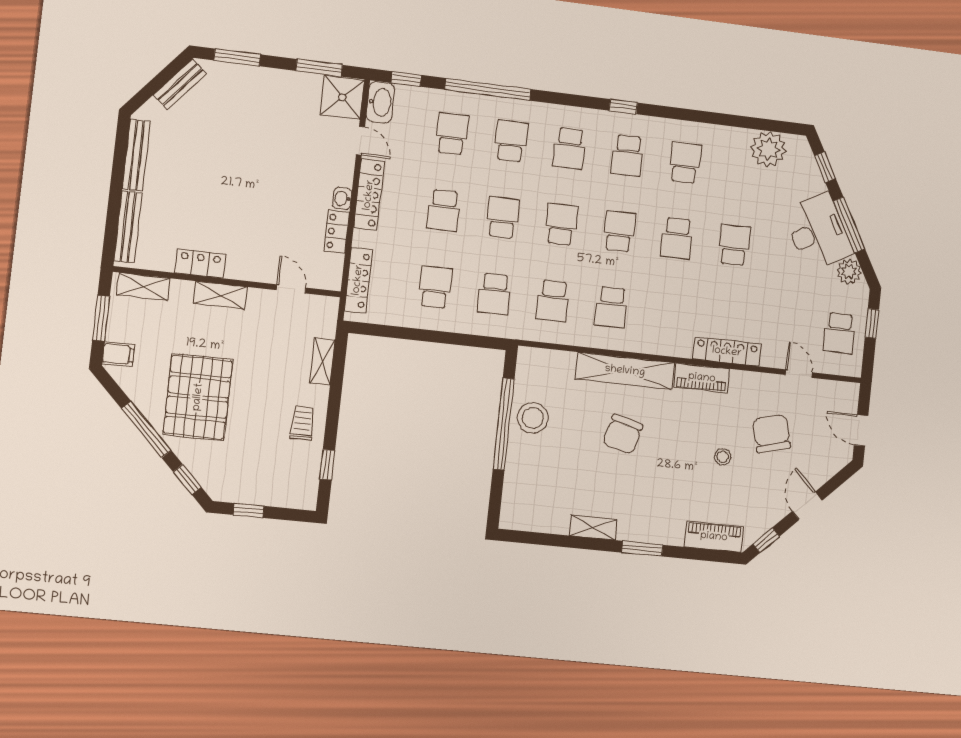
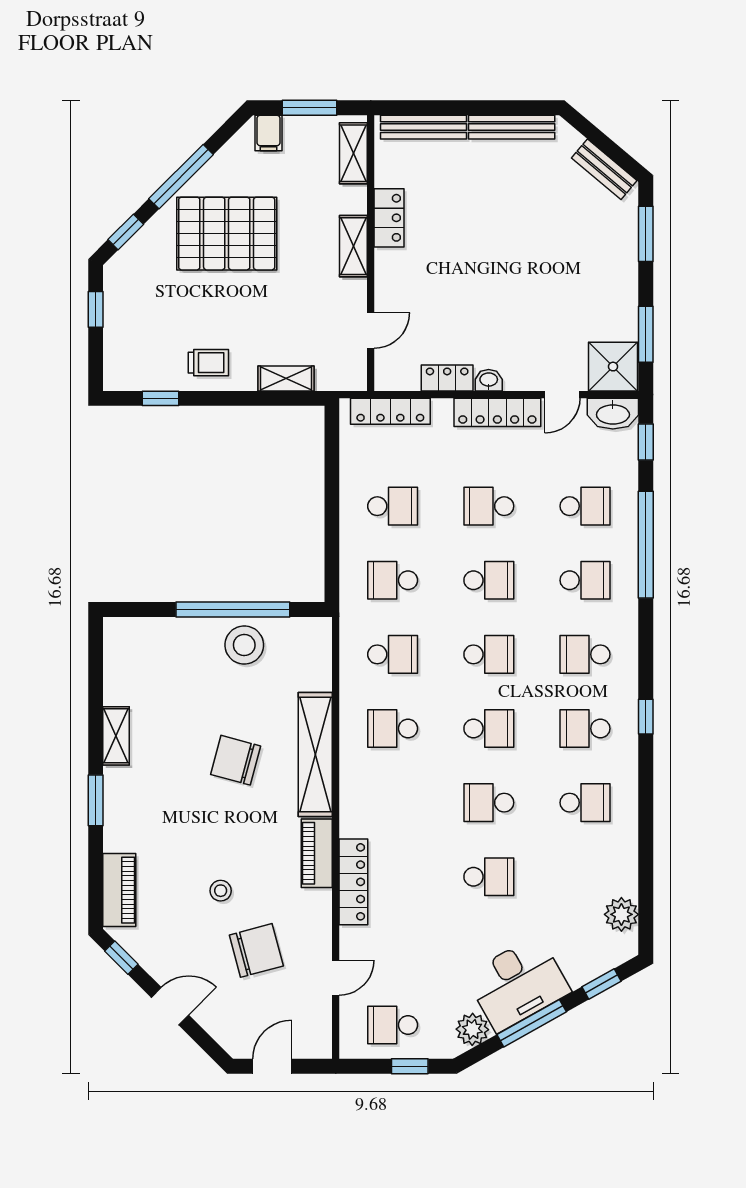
plant: (769, 149) -> (621, 914), width x0.73, depth x0.73
school desk: (553, 301) -> (393, 654), turned 180

